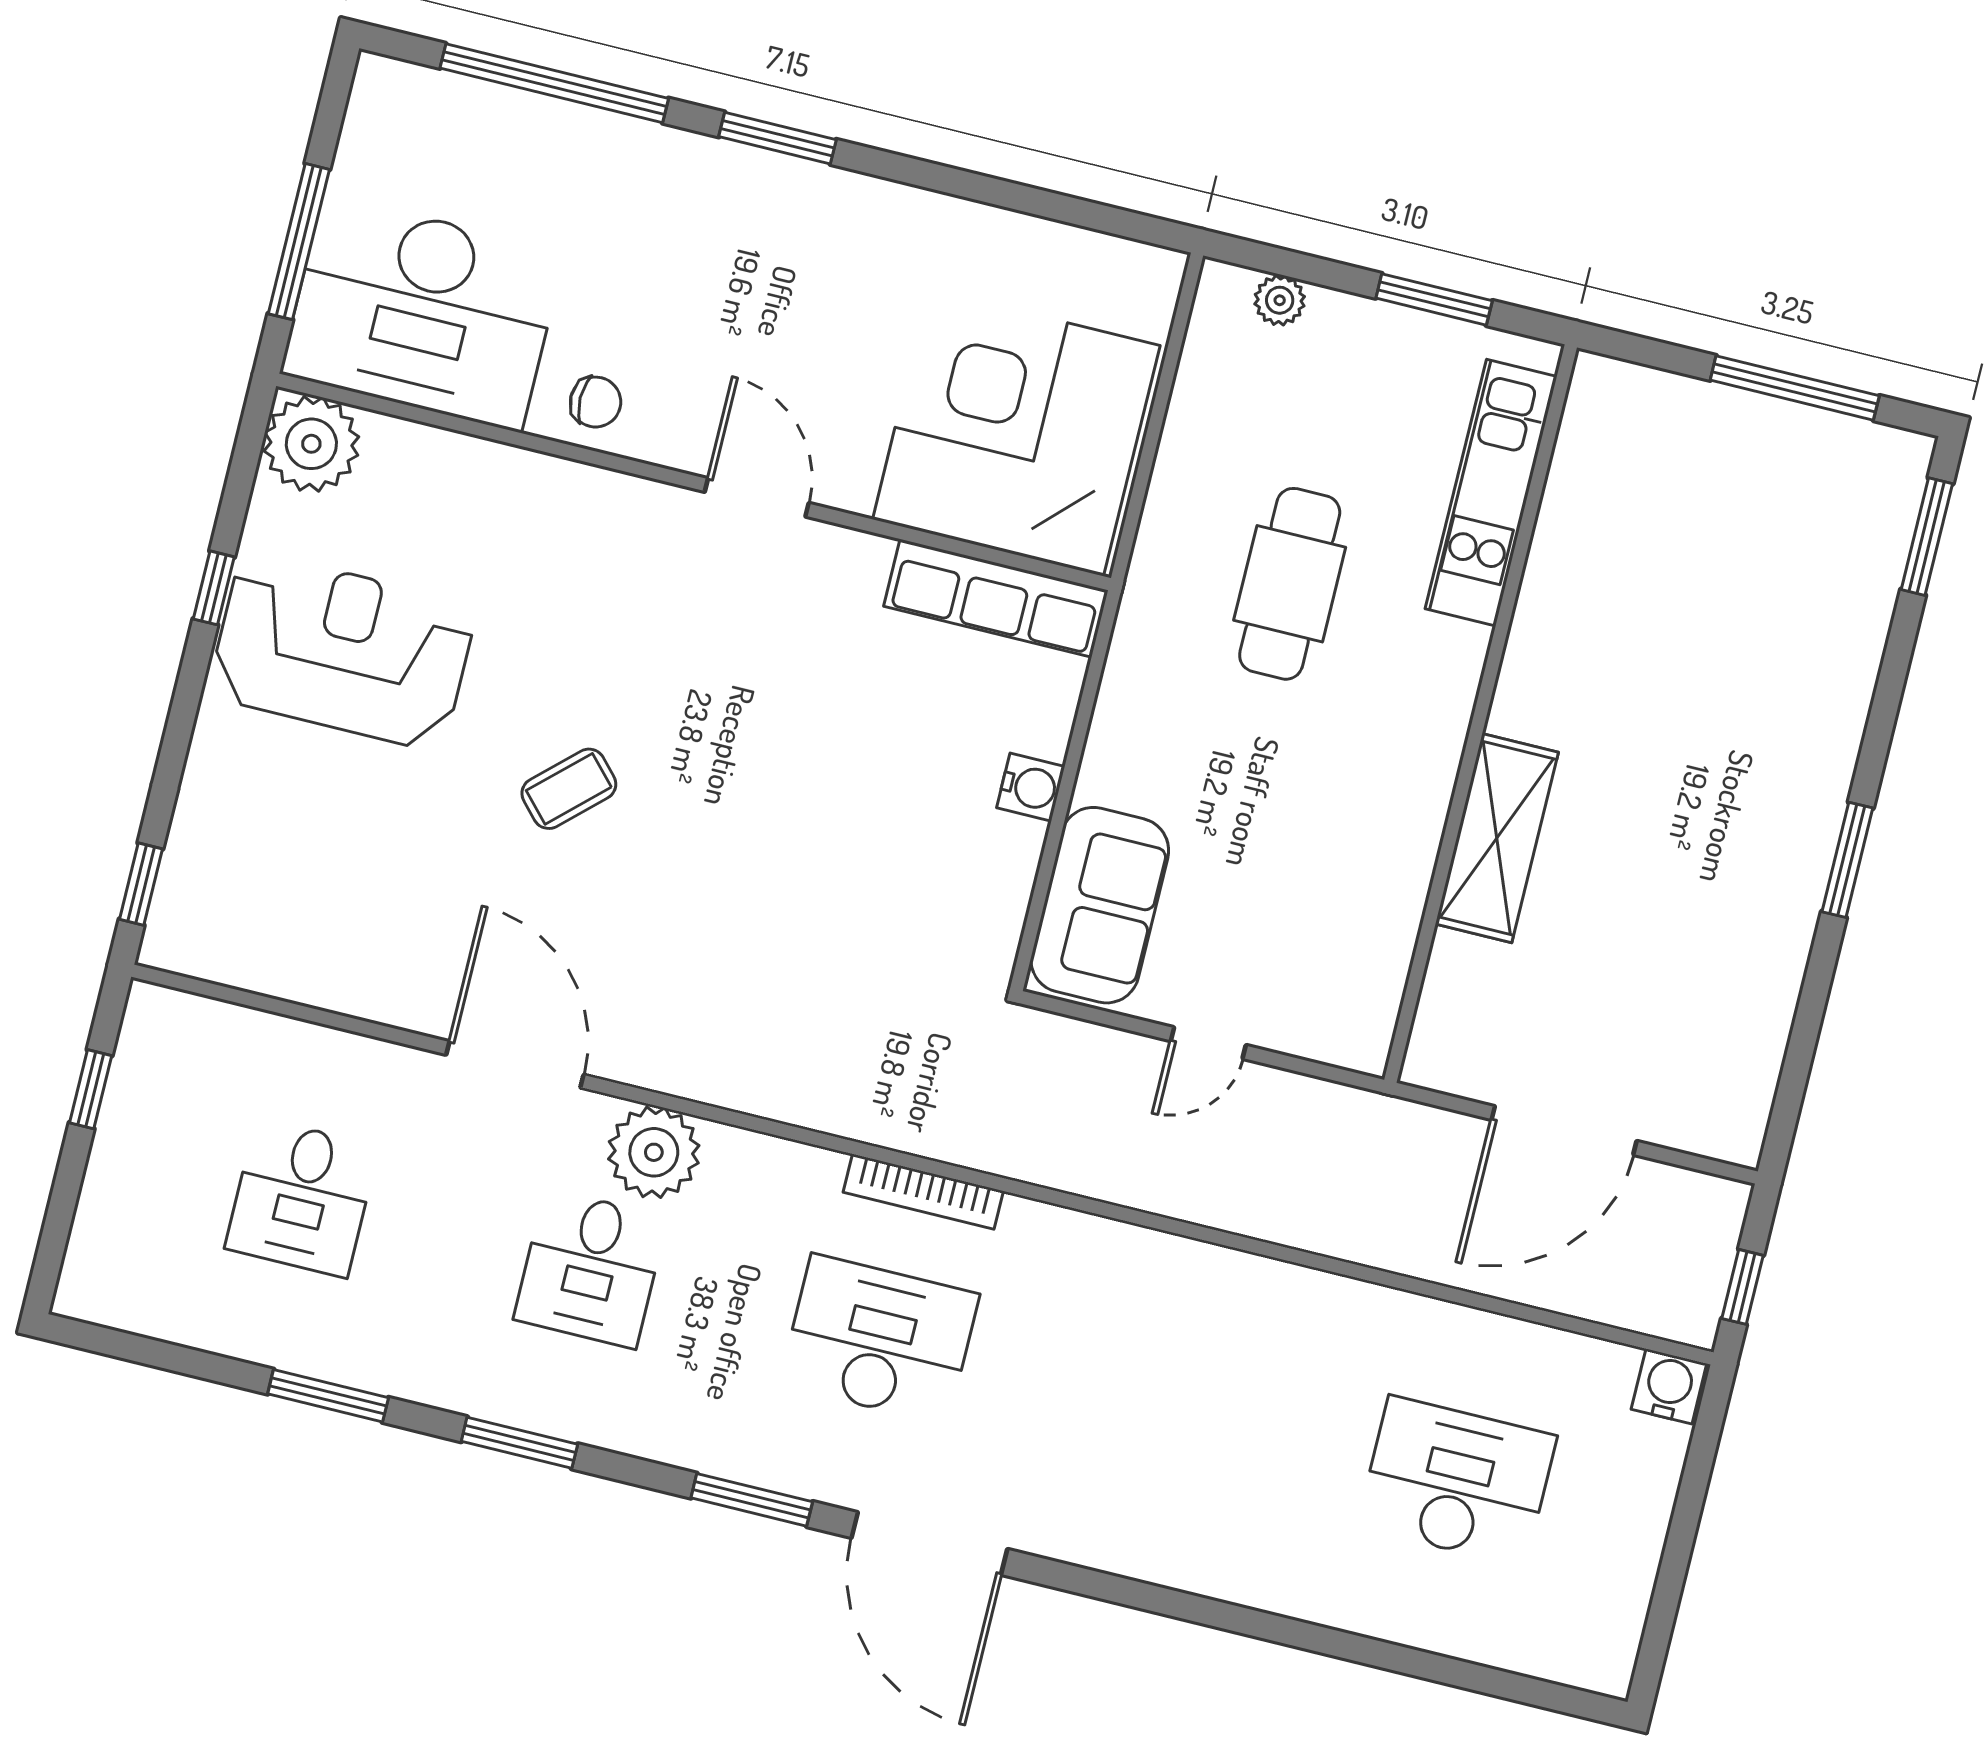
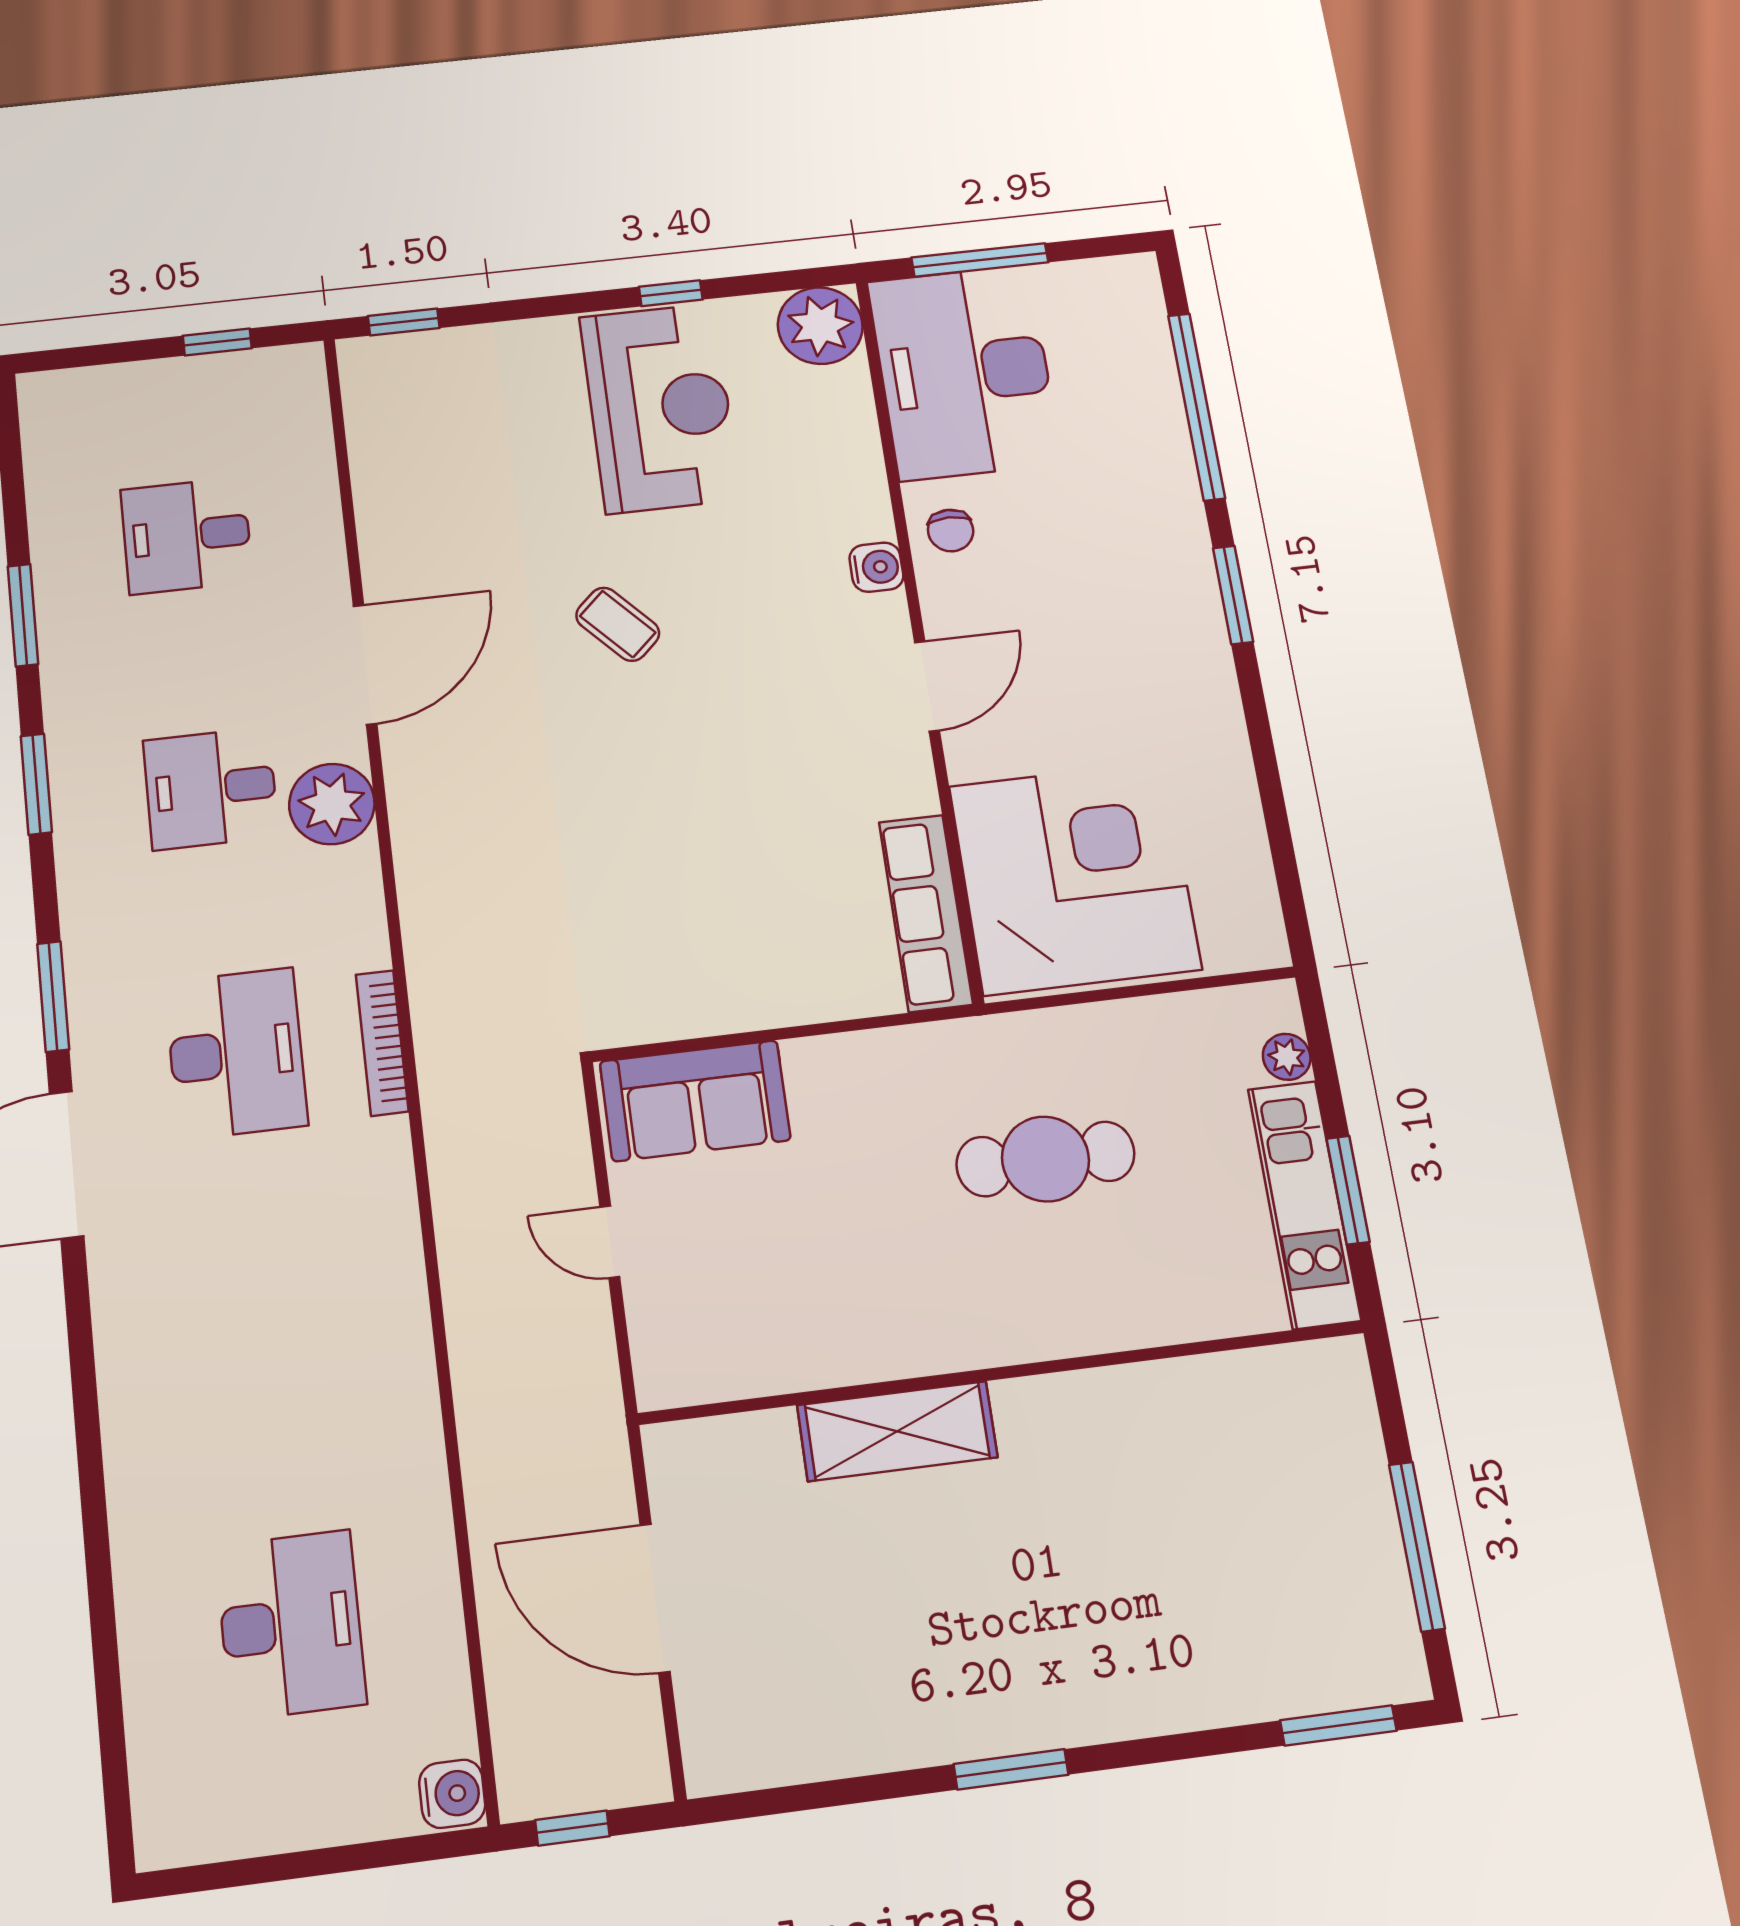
kitchen unit: (1491, 493) -> (1304, 1204), moved, turned -90
water cooler: (1031, 787) -> (876, 567), moved, turned -90

